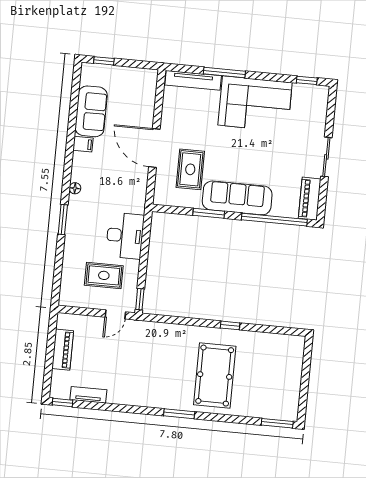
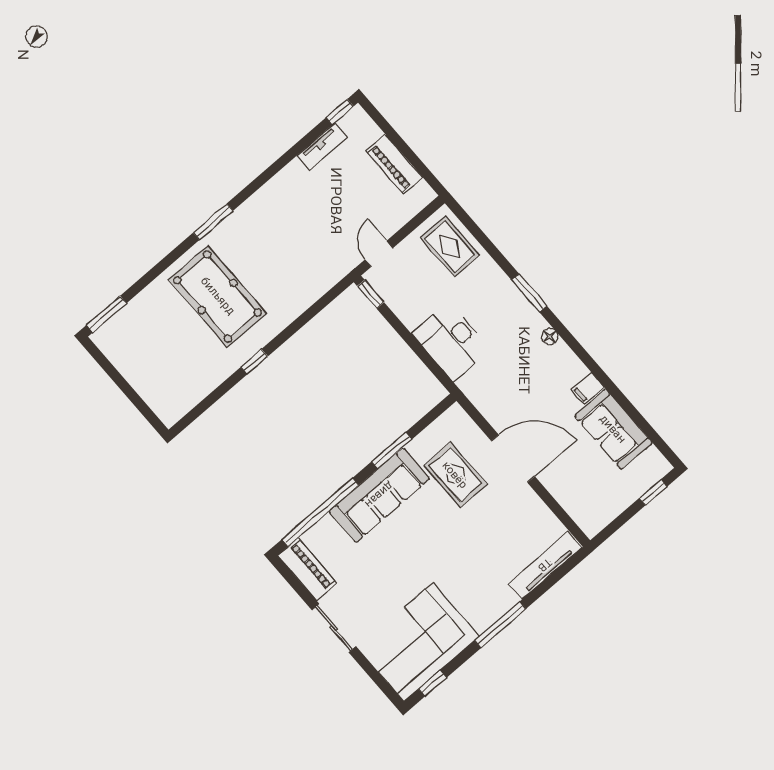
window: (224, 72) -> (500, 625), moved
corner sofa: (255, 104) -> (418, 642), moved
rug: (104, 275) -> (450, 246), moved, turned 90

